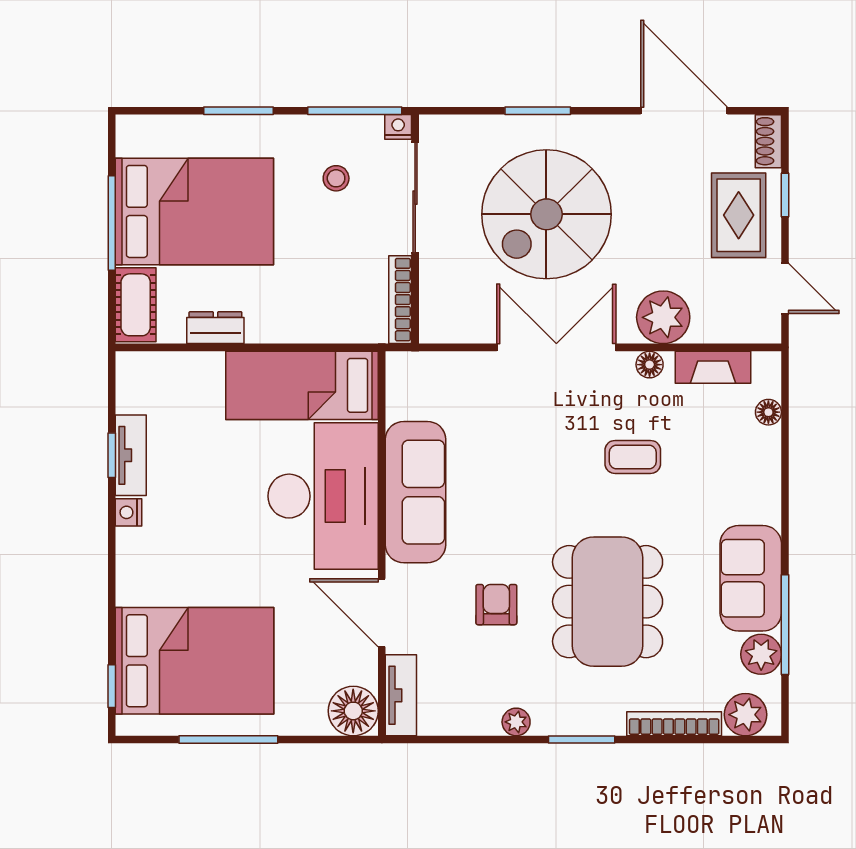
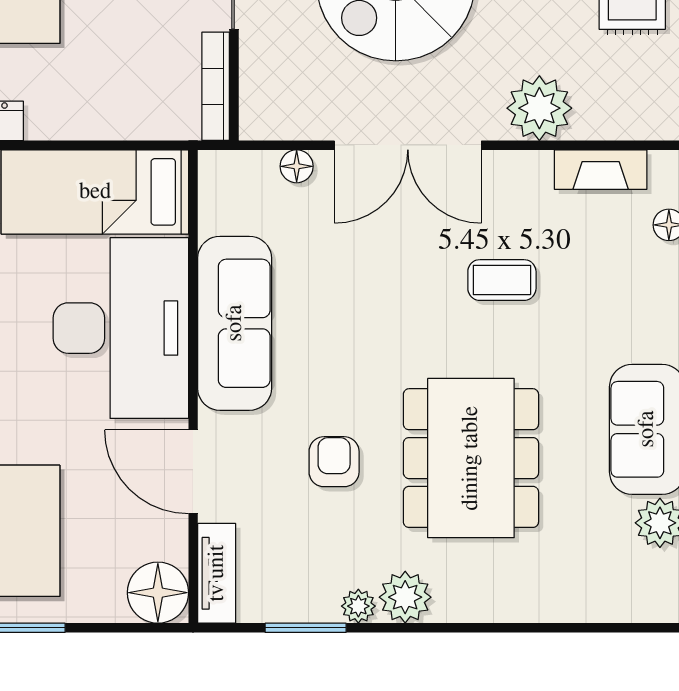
double door: (556, 347) -> (408, 145), swing flipped
floor lamp: (650, 365) -> (297, 166), moved
plant: (746, 715) -> (405, 597), moved
bookcase: (674, 724) -> (553, 608), removed
window: (582, 740) -> (306, 628), moved

